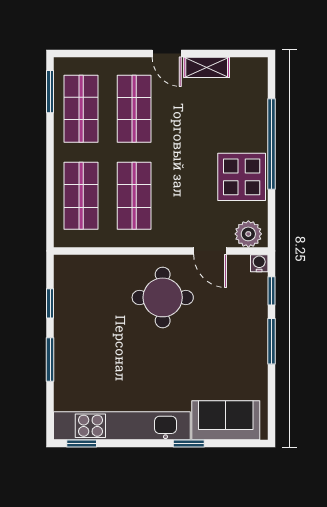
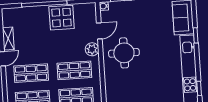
plant: (248, 234) -> (92, 49), moved

